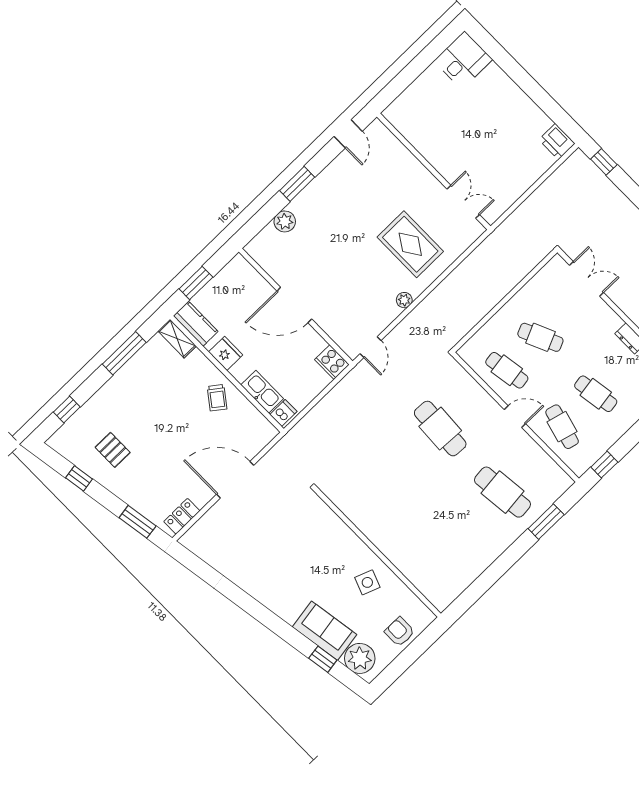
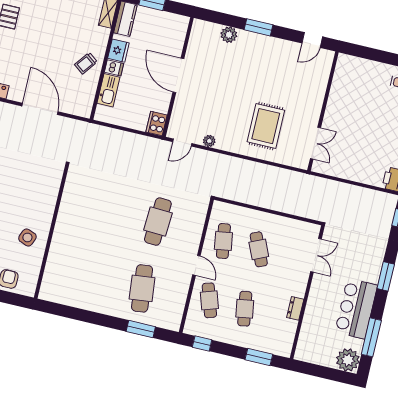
plant: (404, 300) -> (209, 141), moved
dishwasher: (283, 413) -> (114, 68), moved
cafe table: (562, 427) -> (209, 300), turned -33

